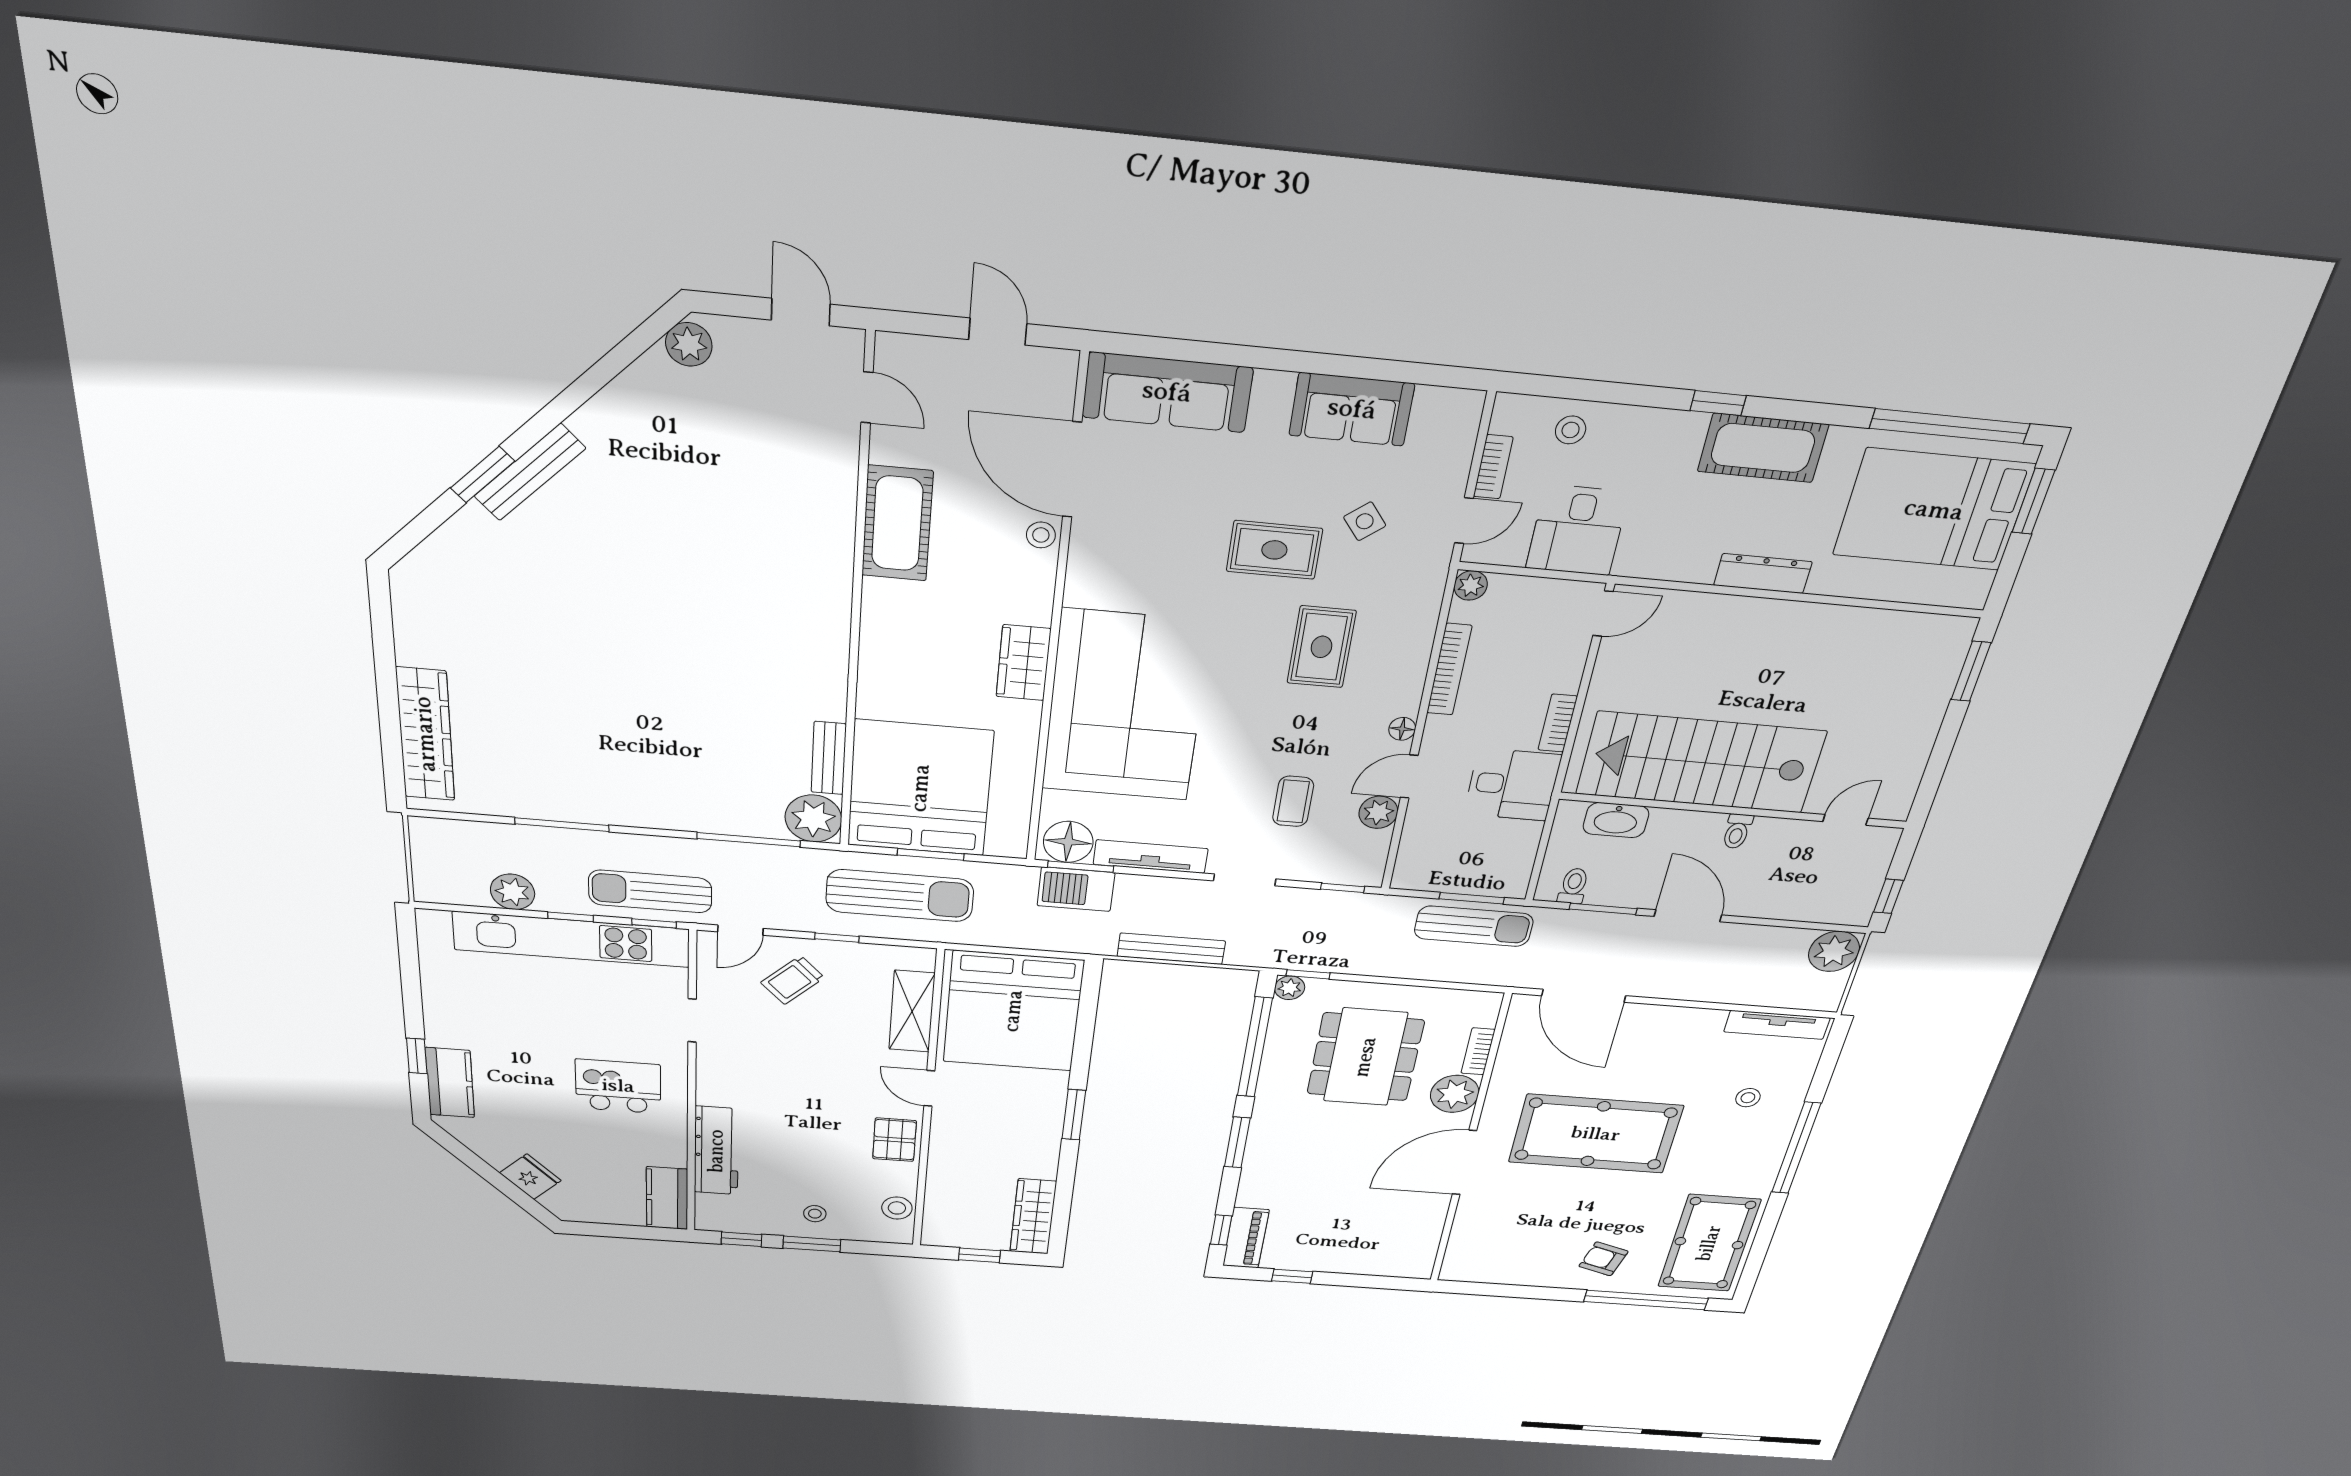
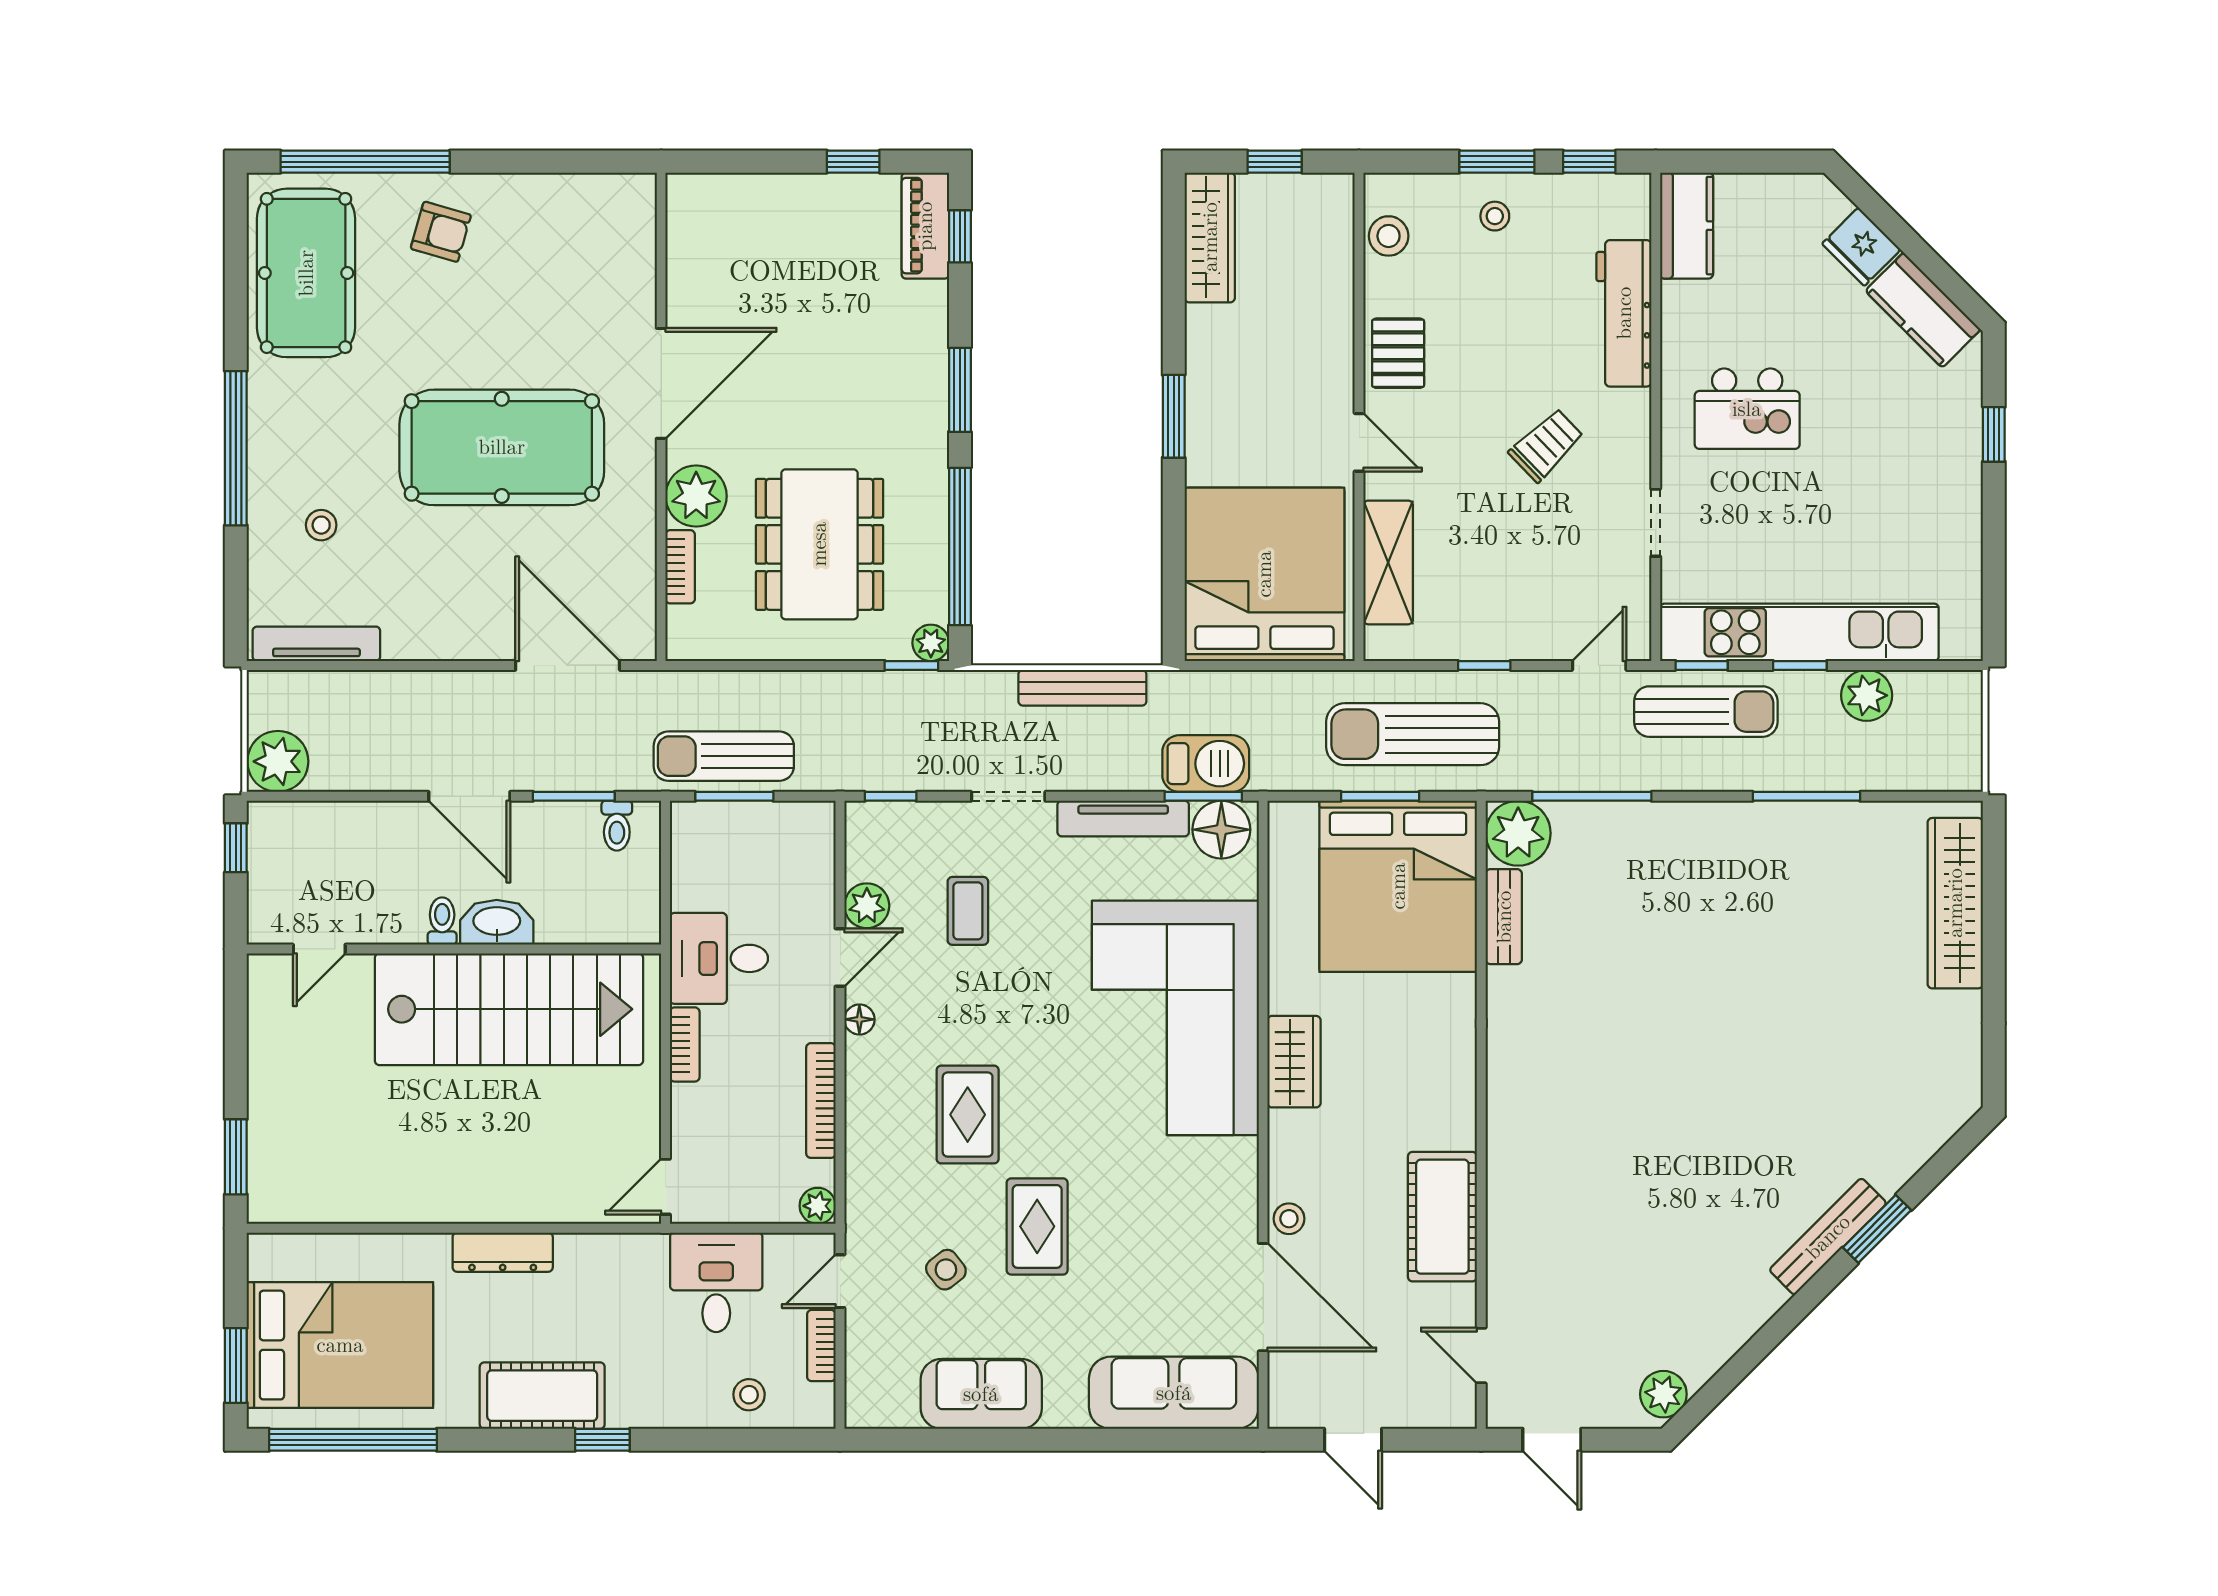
rug: (1274, 550) -> (1037, 1226), turned 90
washbasin: (1616, 820) -> (497, 922), moved
trolley: (792, 980) -> (1546, 445), moved
kitchen counter: (450, 1083) -> (1923, 310), moved, turned -45

